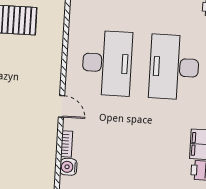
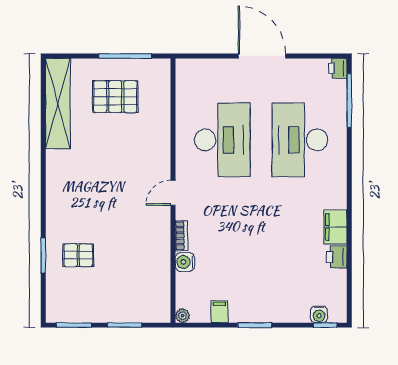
door: (62, 106) -> (173, 193), swing flipped

